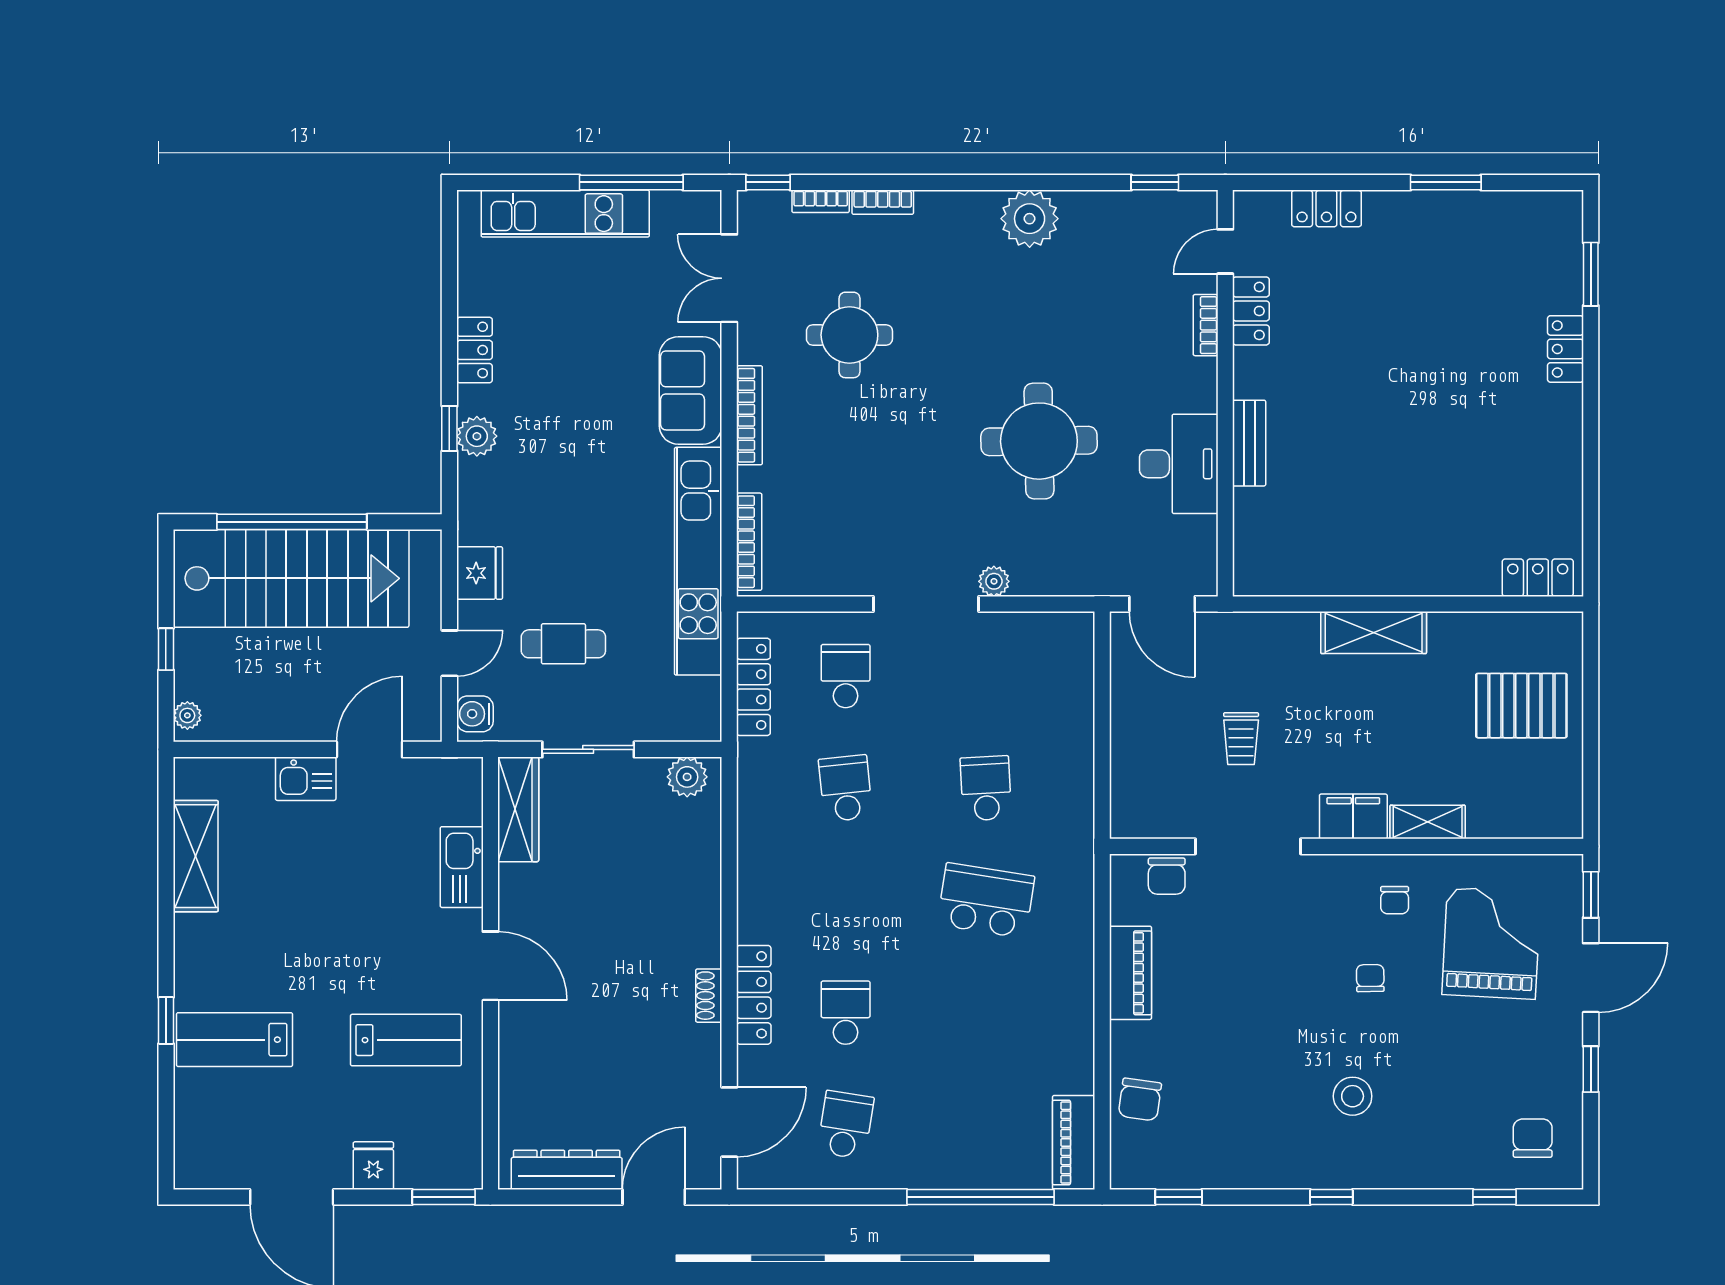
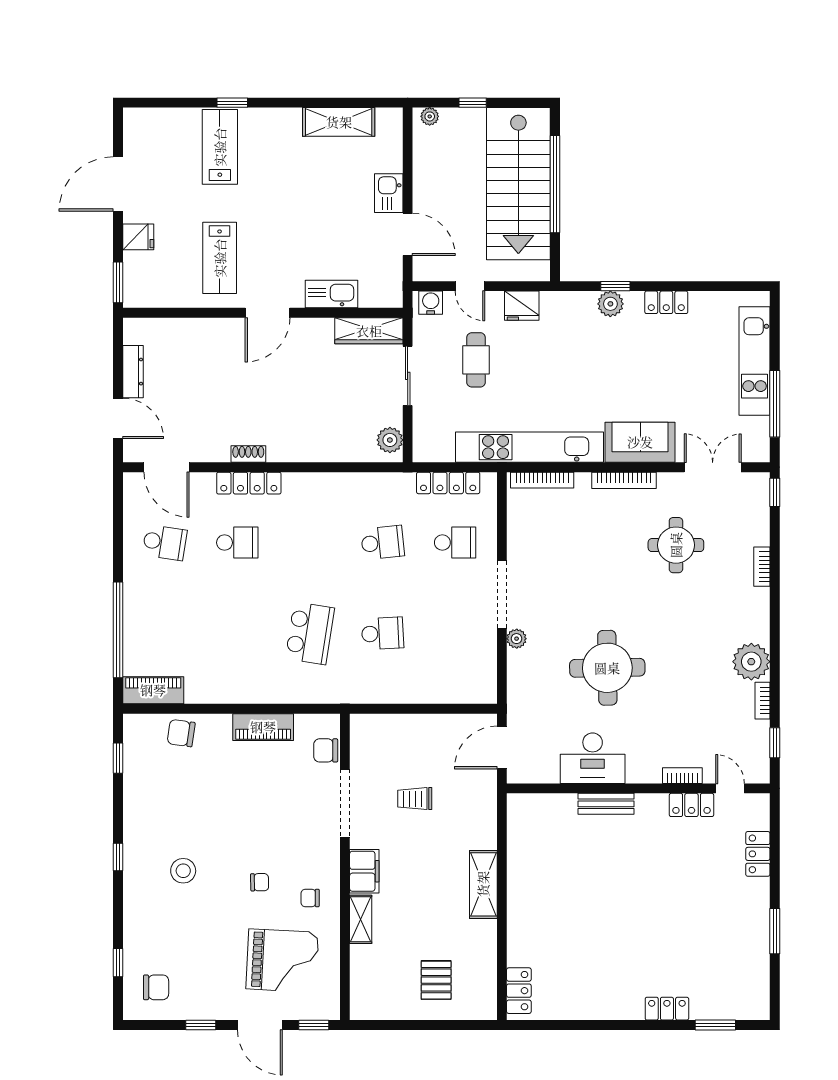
bookcase: (821, 201) -> (762, 701), moved
pallet: (1521, 706) -> (436, 980), width x0.67, depth x0.71
dresser: (567, 1170) -> (133, 372), width x0.73, depth x0.80

